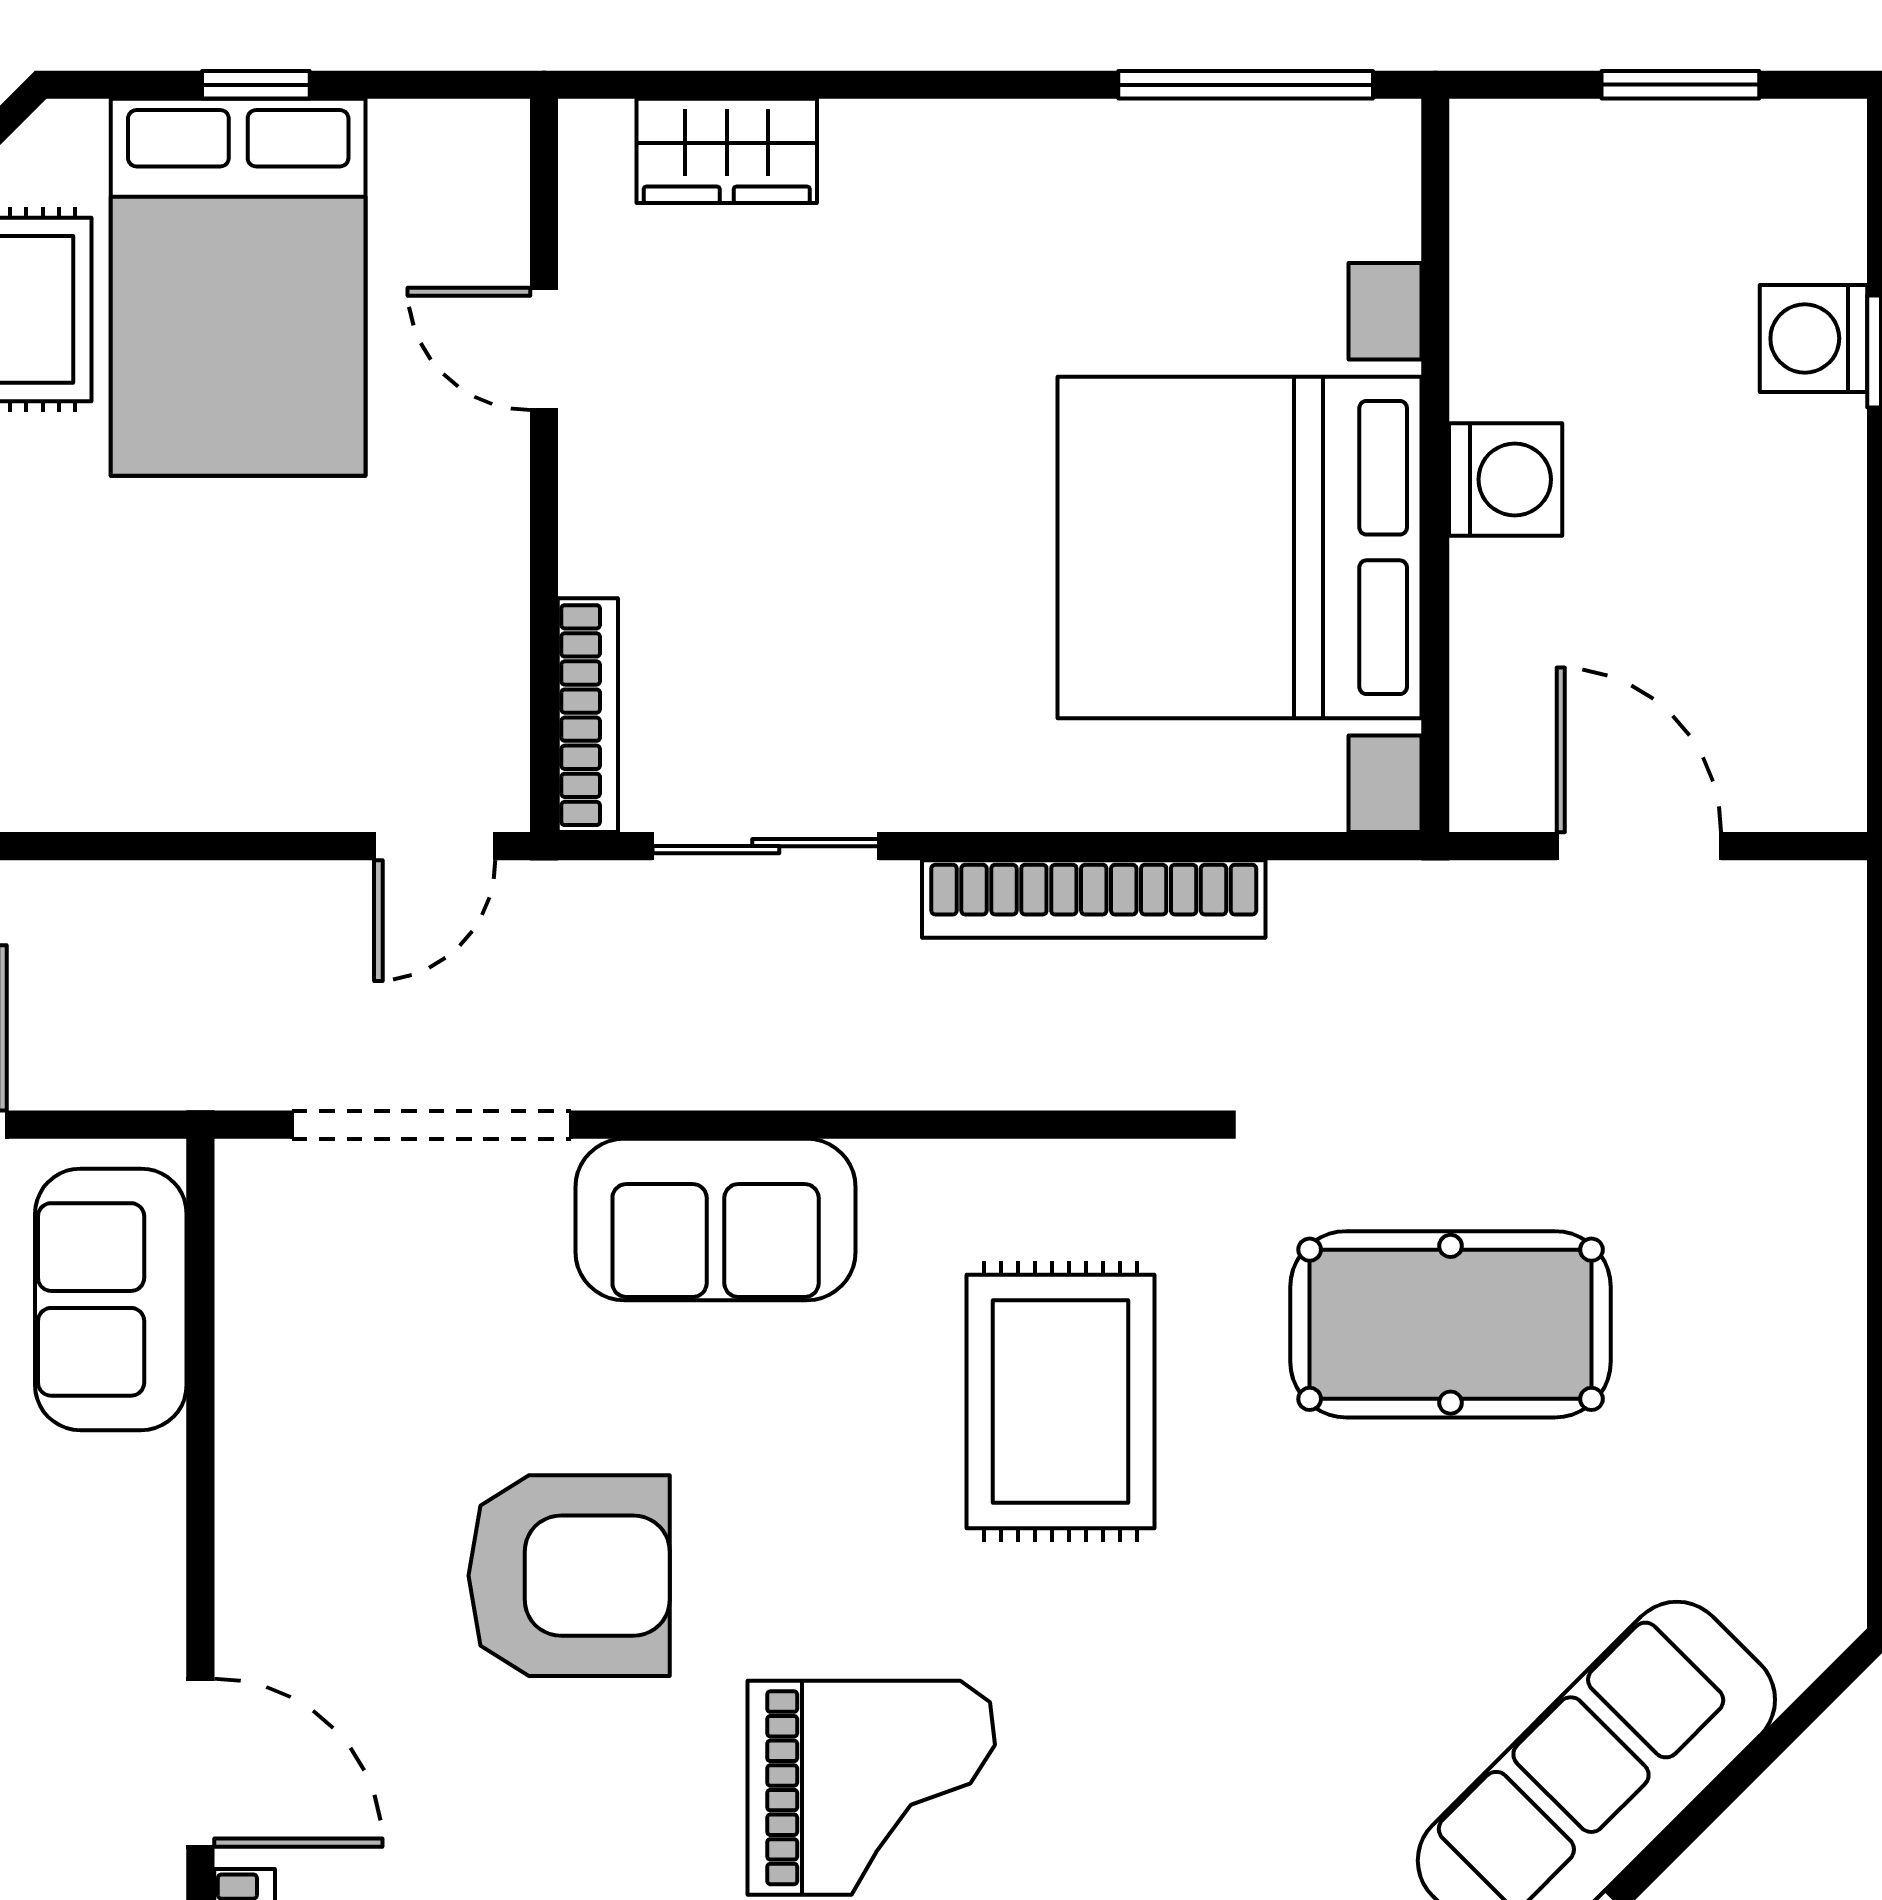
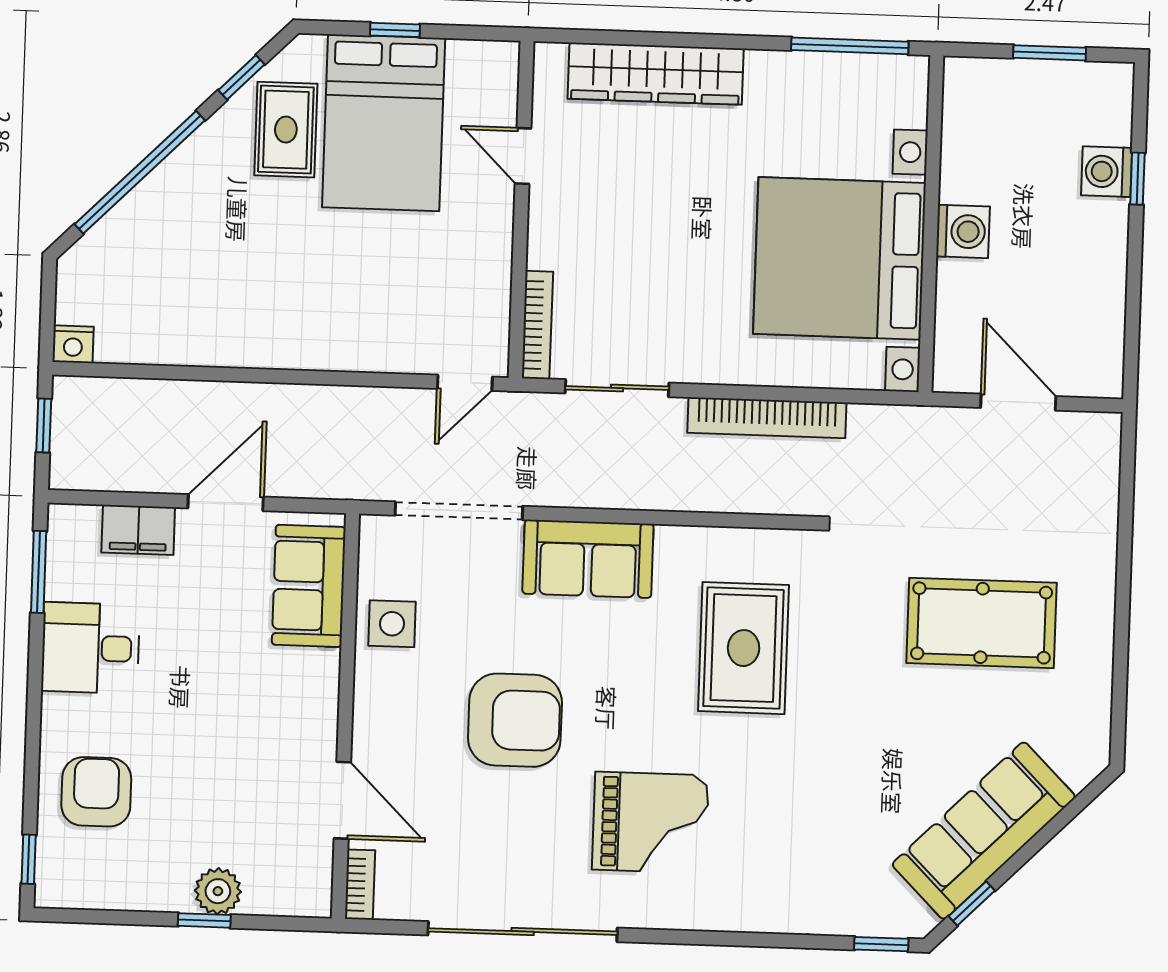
wardrobe: (727, 151) -> (656, 74), width x2.10, depth x1.17
pool table: (1451, 1324) -> (982, 623), moved
side table: (295, 1375) -> (392, 624), added

